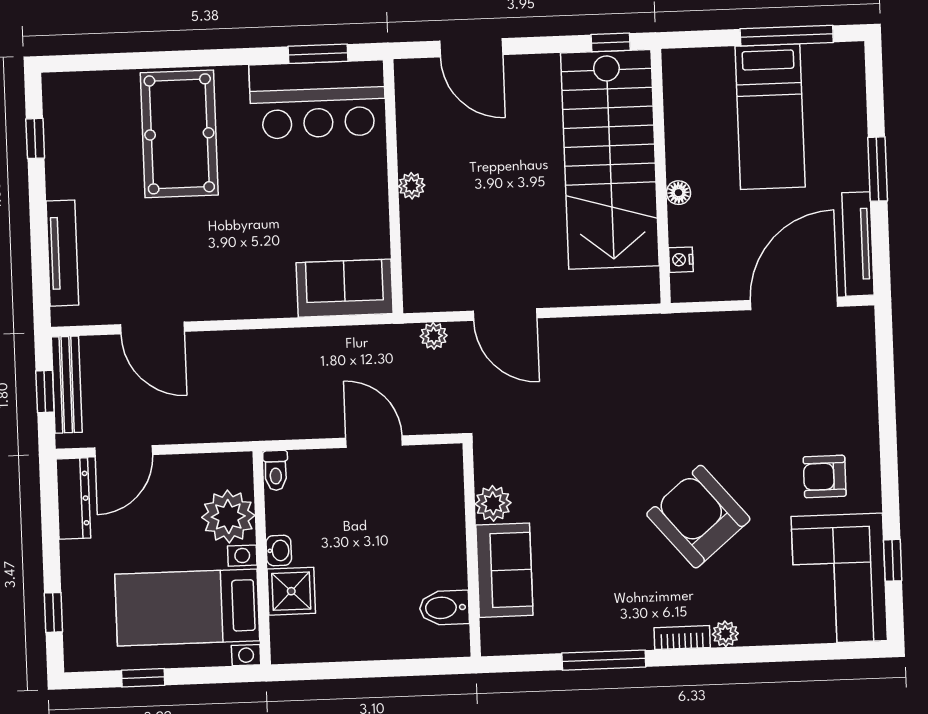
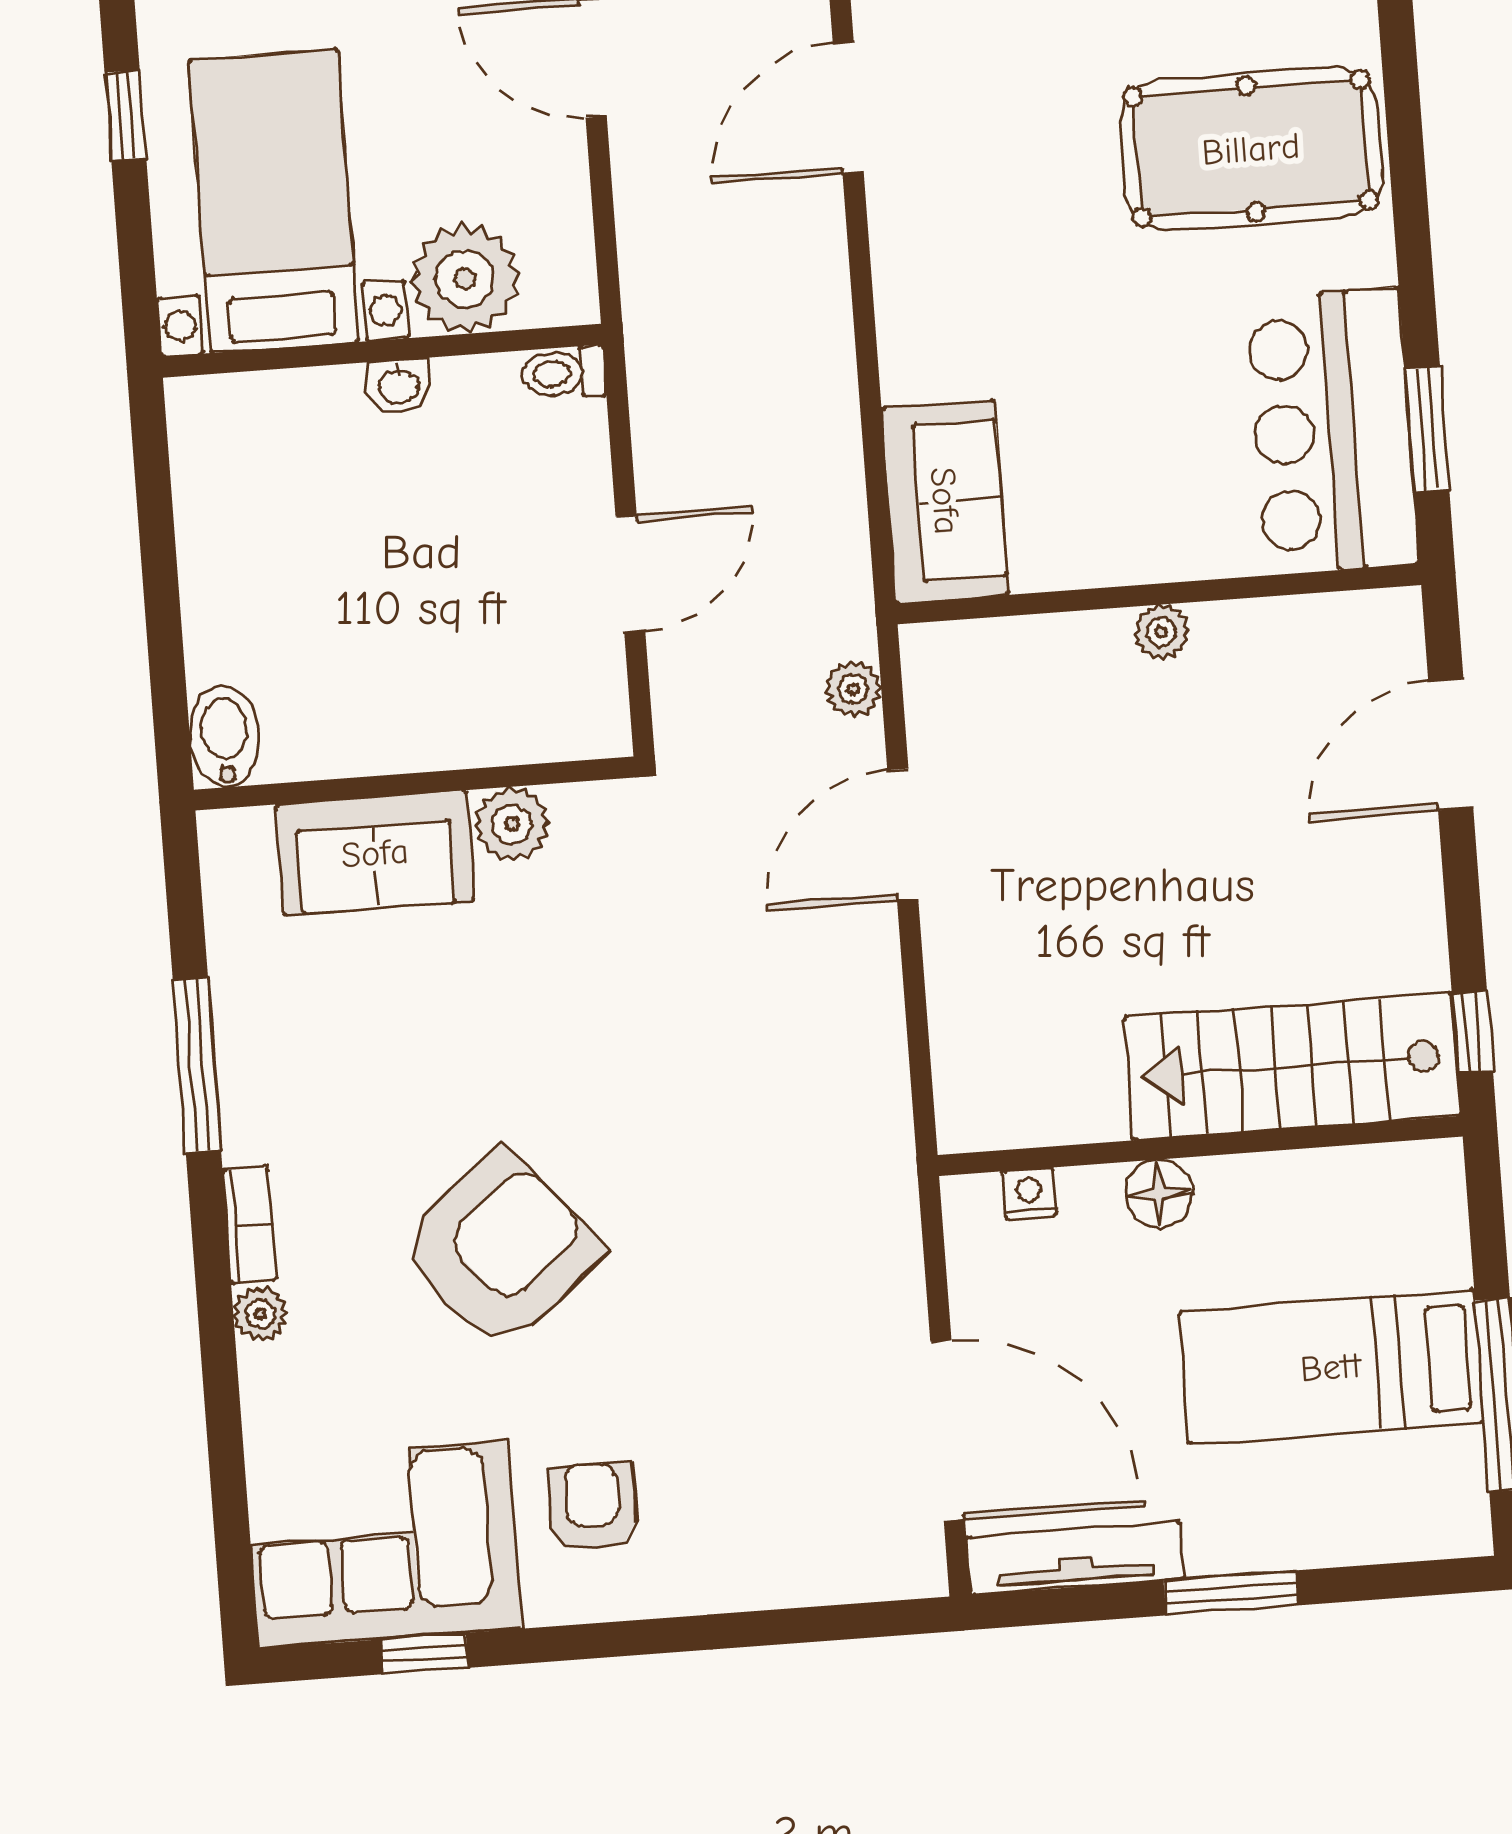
stairs: (610, 159) -> (1293, 1066), width x0.73, depth x0.66
floor lamp: (679, 193) -> (1159, 1193), width x1.37, depth x1.37
shower: (291, 591) -> (315, 414), removed
bidet: (444, 608) -> (225, 737), moved

